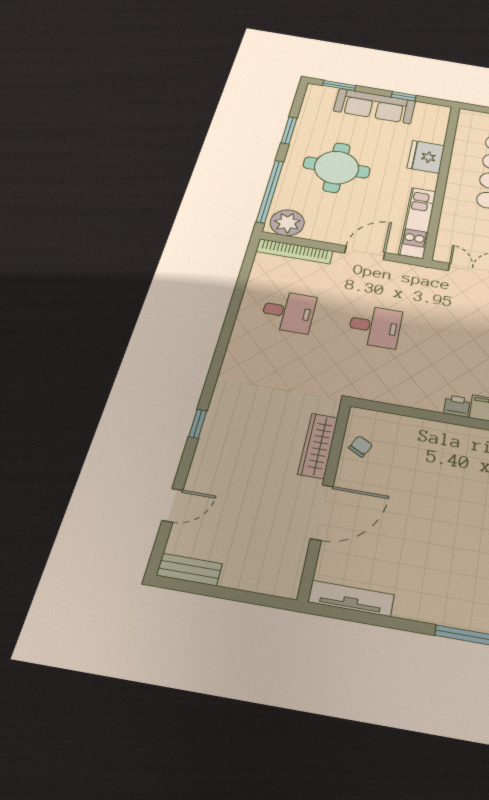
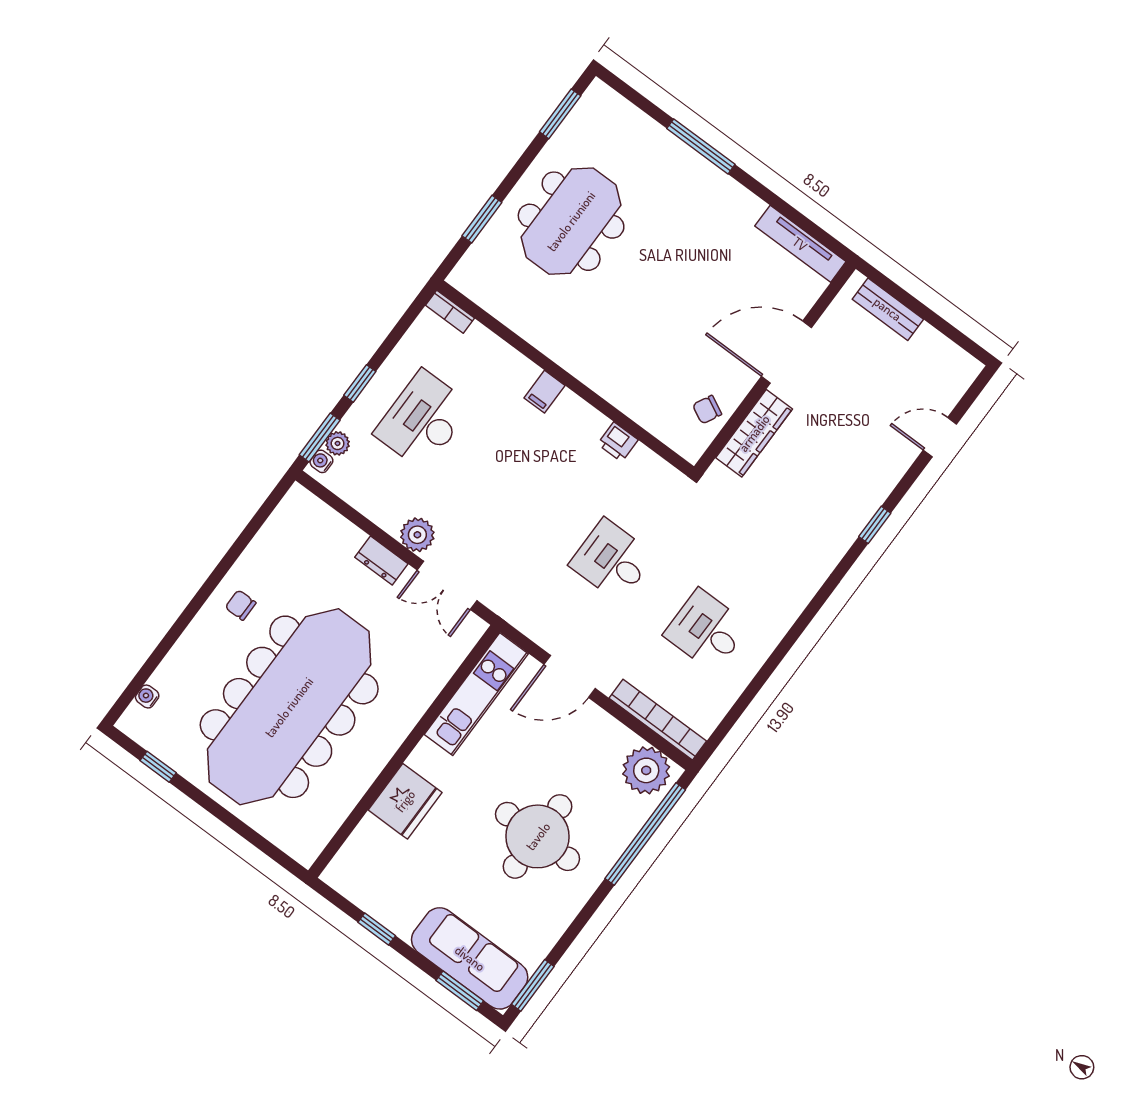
sofa: (375, 106) -> (470, 958), moved
window: (289, 130) -> (533, 985), moved
printer: (457, 406) -> (618, 442), moved
bench: (189, 570) -> (888, 309), moved

